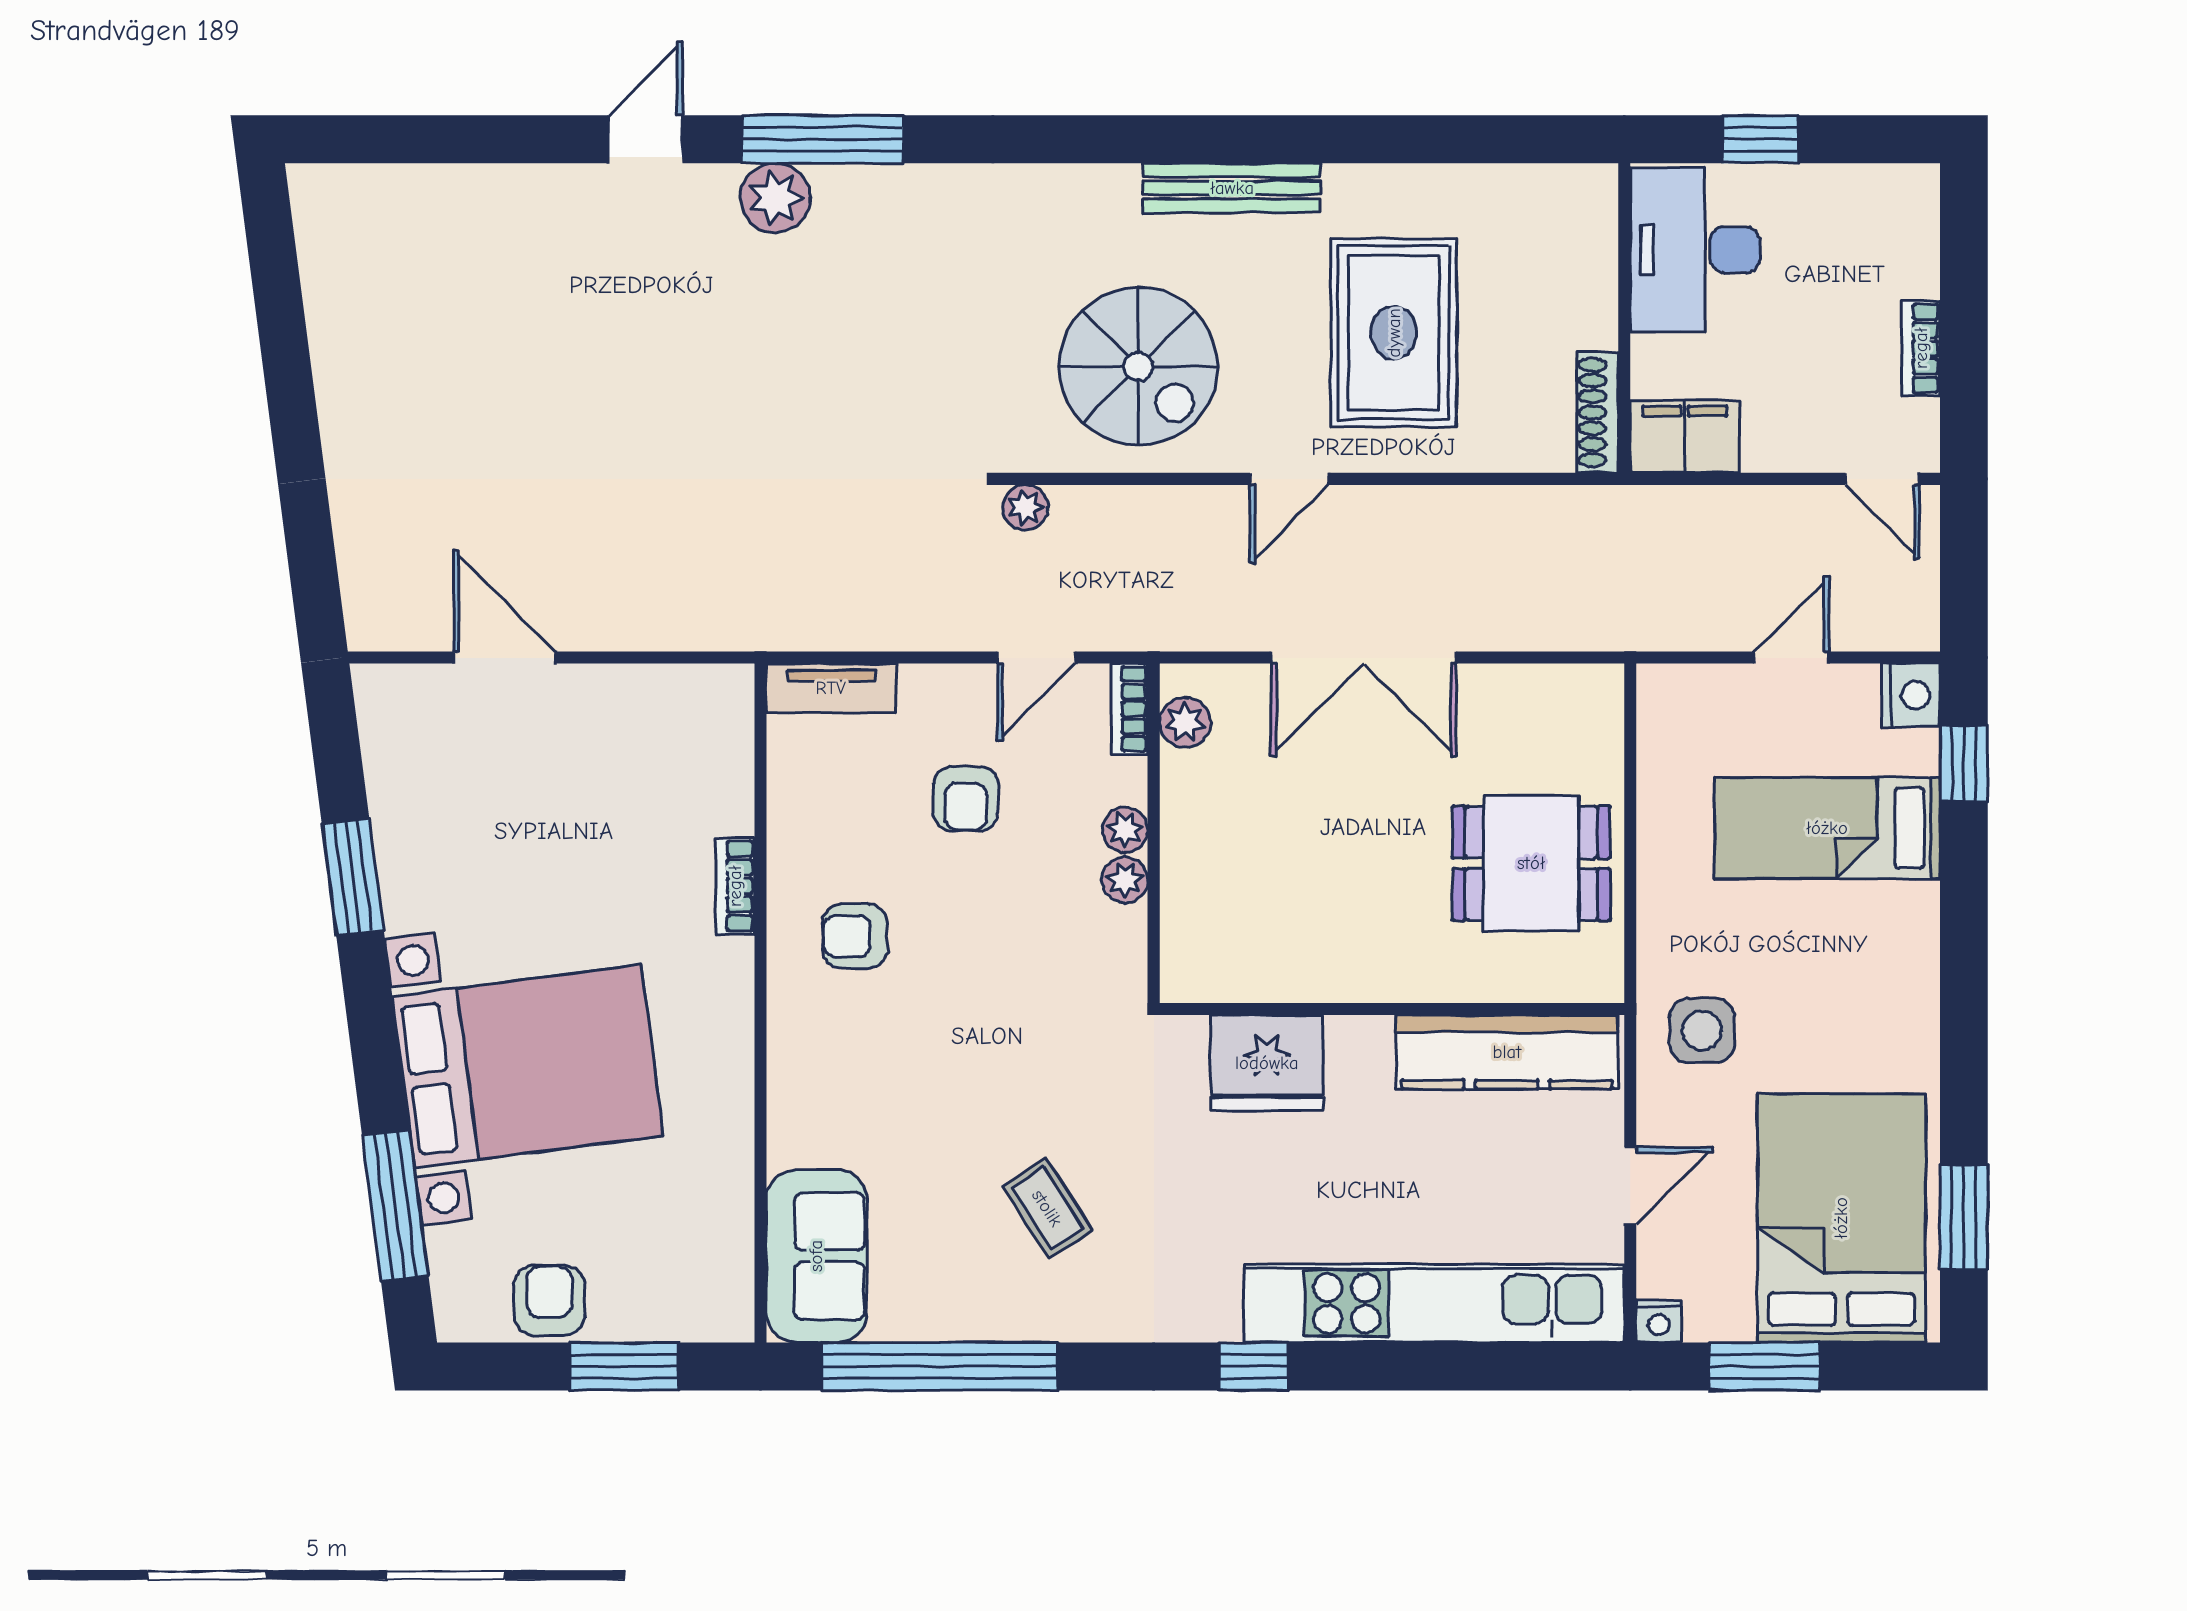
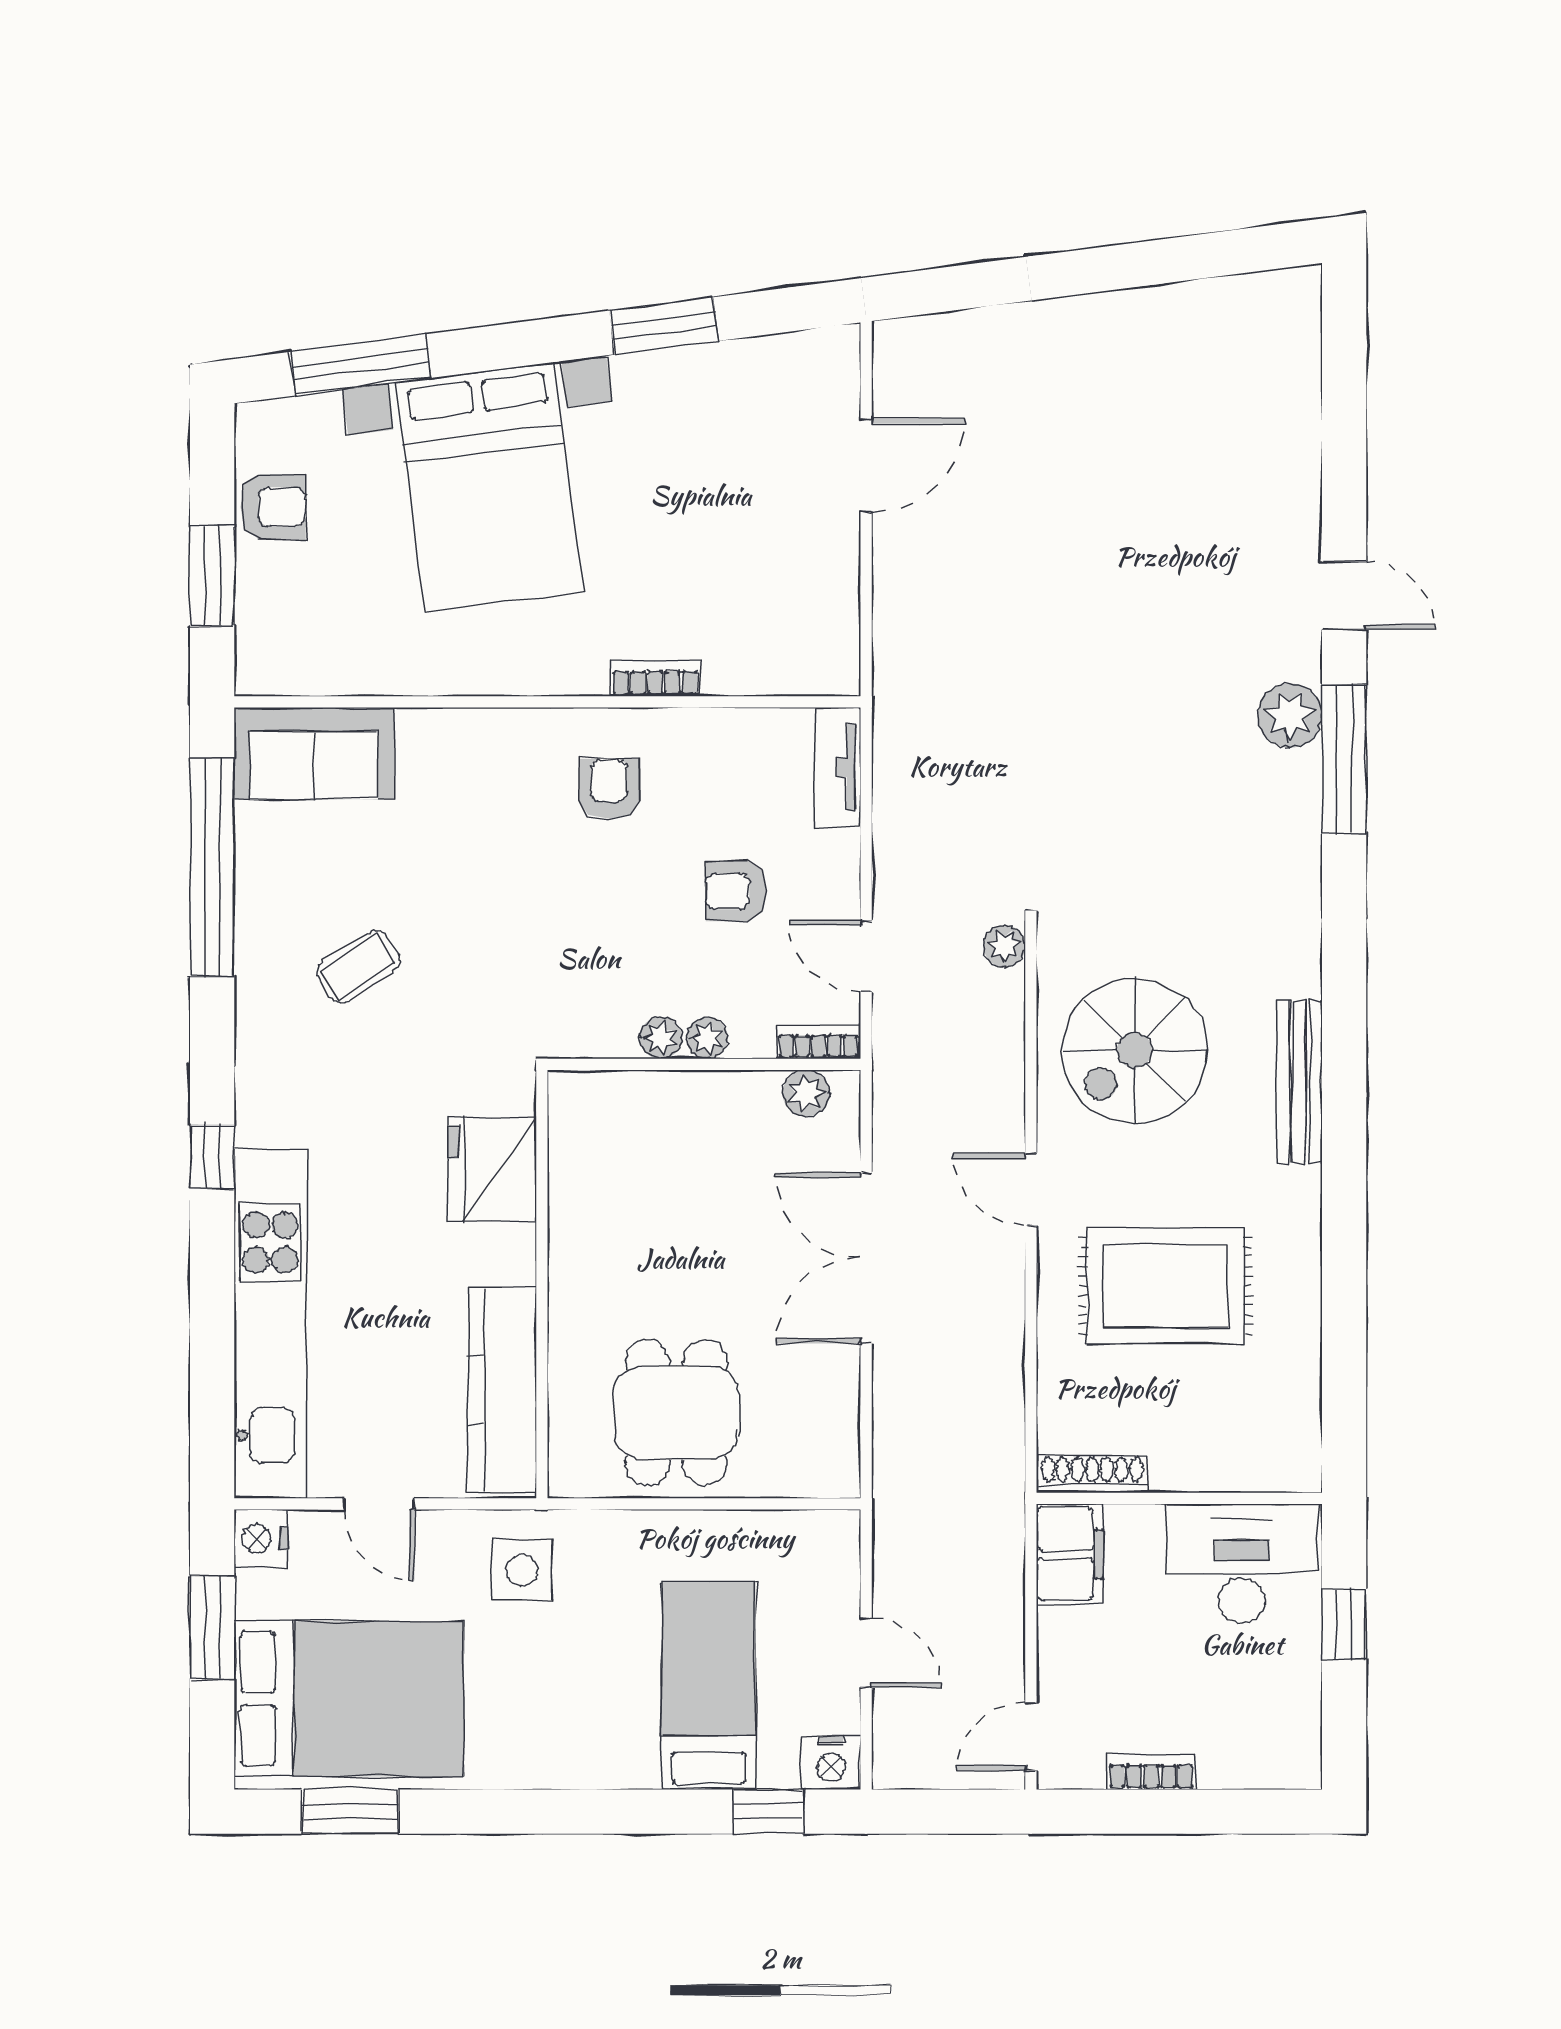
bench: (1232, 188) -> (1299, 1082), moved
nightstand: (1659, 1321) -> (261, 1538), width x1.39, depth x1.35

